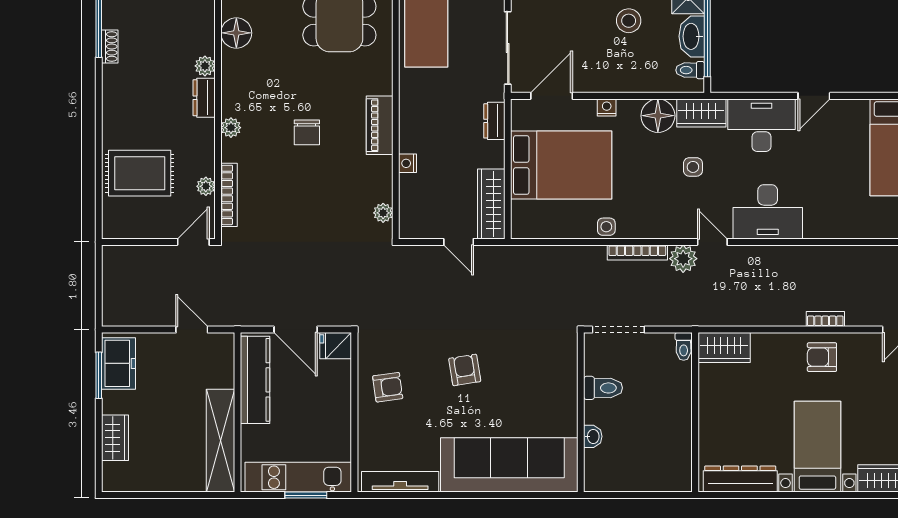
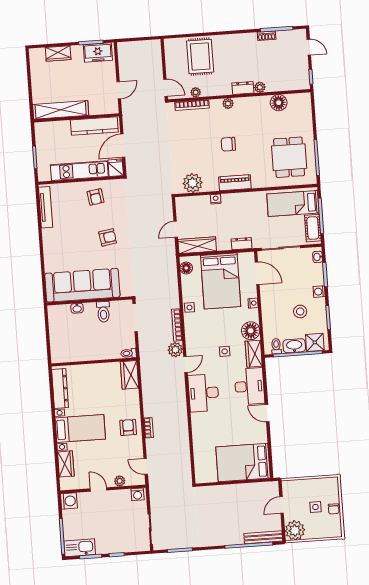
plant: (383, 213) -> (193, 183), width x1.88, depth x1.88
floor lamp: (532, 228) -> (186, 268), added
sofa: (509, 465) -> (82, 285), moved, turned -90
kitchen unit: (298, 477) -> (79, 171), moved, turned -90

